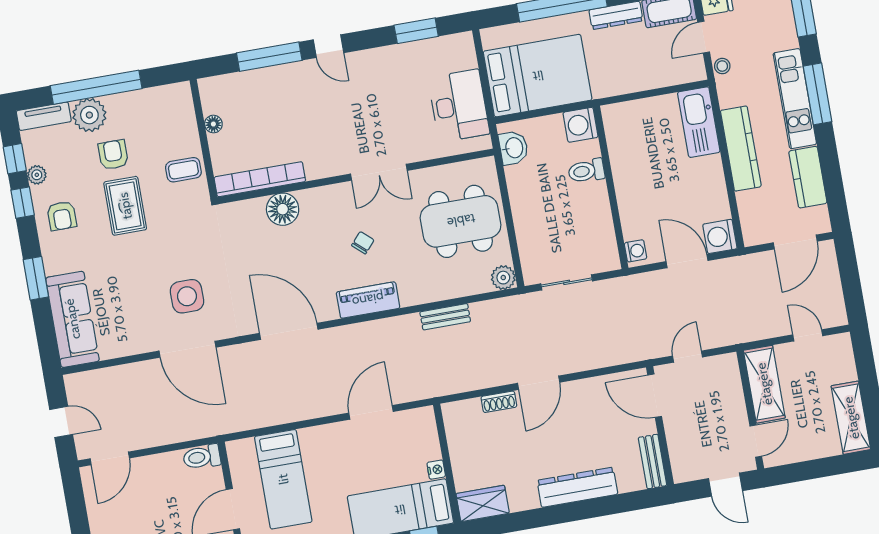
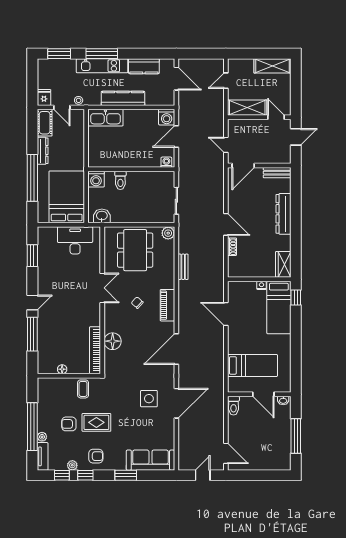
plant: (89, 115) -> (42, 437), width x0.53, depth x0.53

